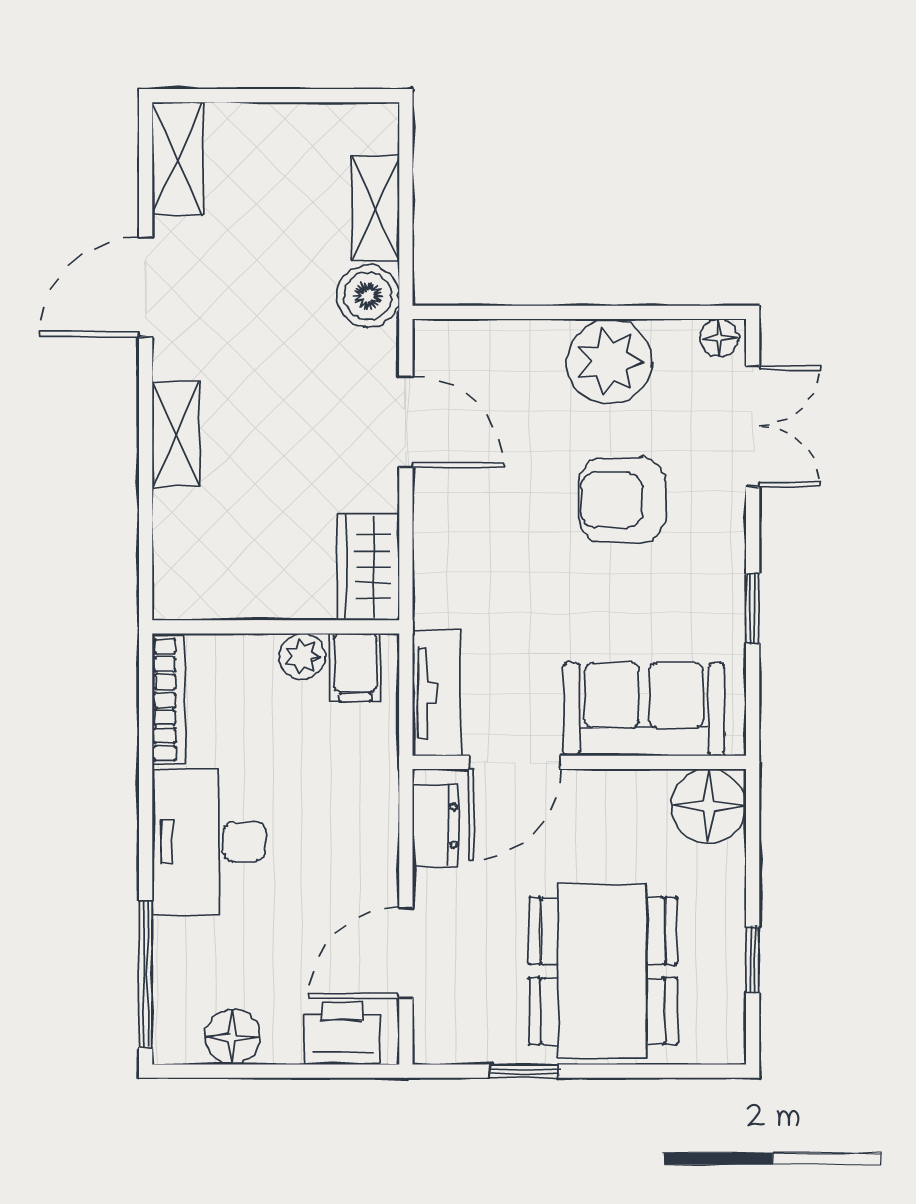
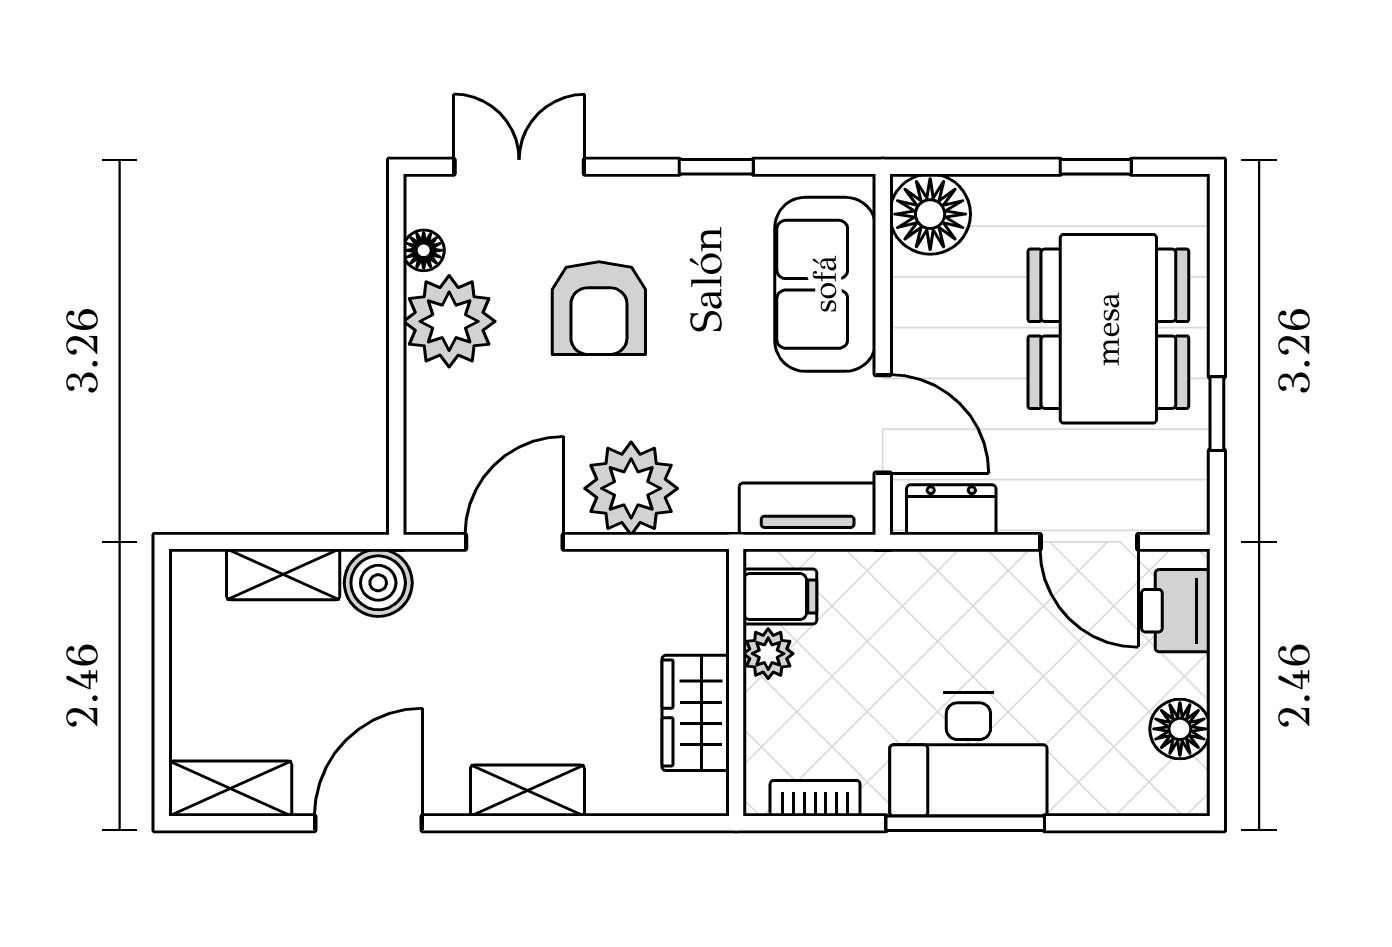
door: (146, 287) -> (369, 823), swing flipped
floor lamp: (719, 338) -> (424, 250), moved
plant: (455, 530) -> (631, 488), added
wardrobe: (368, 567) -> (696, 713), moved, turned 90
bookcase: (169, 700) -> (815, 798), width x0.64
dining table: (603, 971) -> (1108, 329), turned 90
window: (146, 974) -> (965, 823), moved

